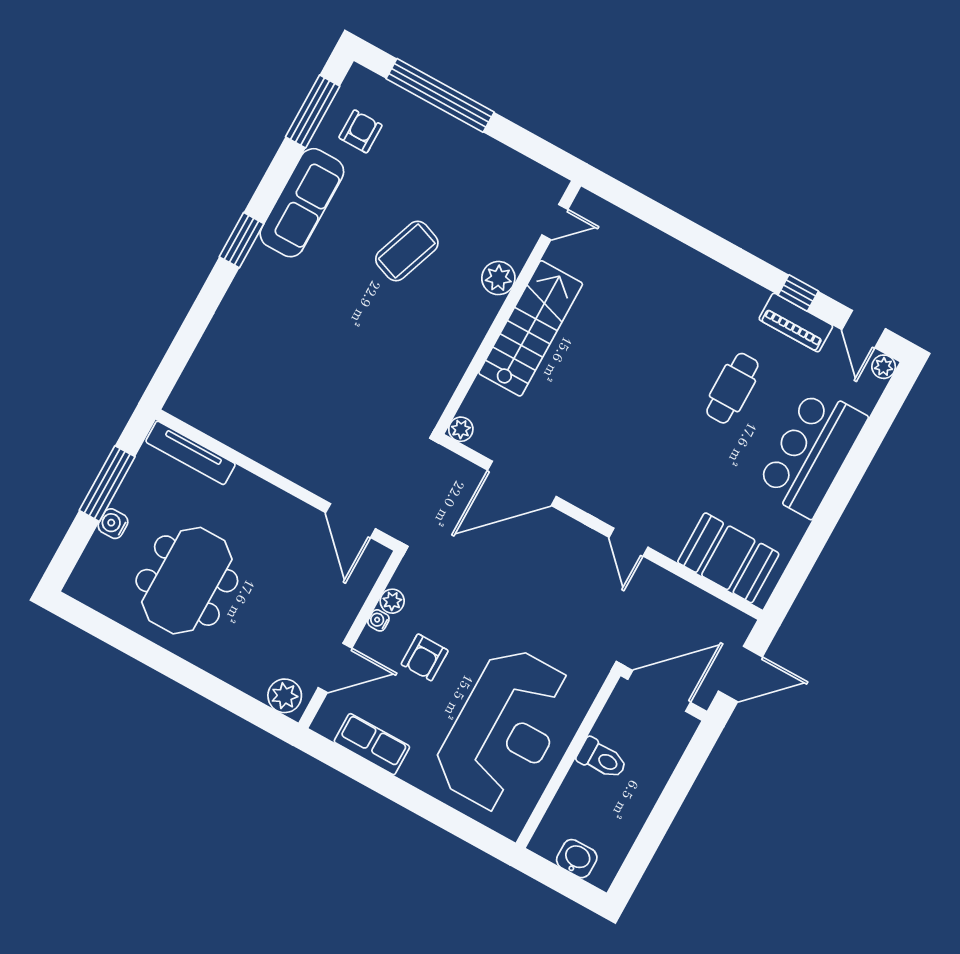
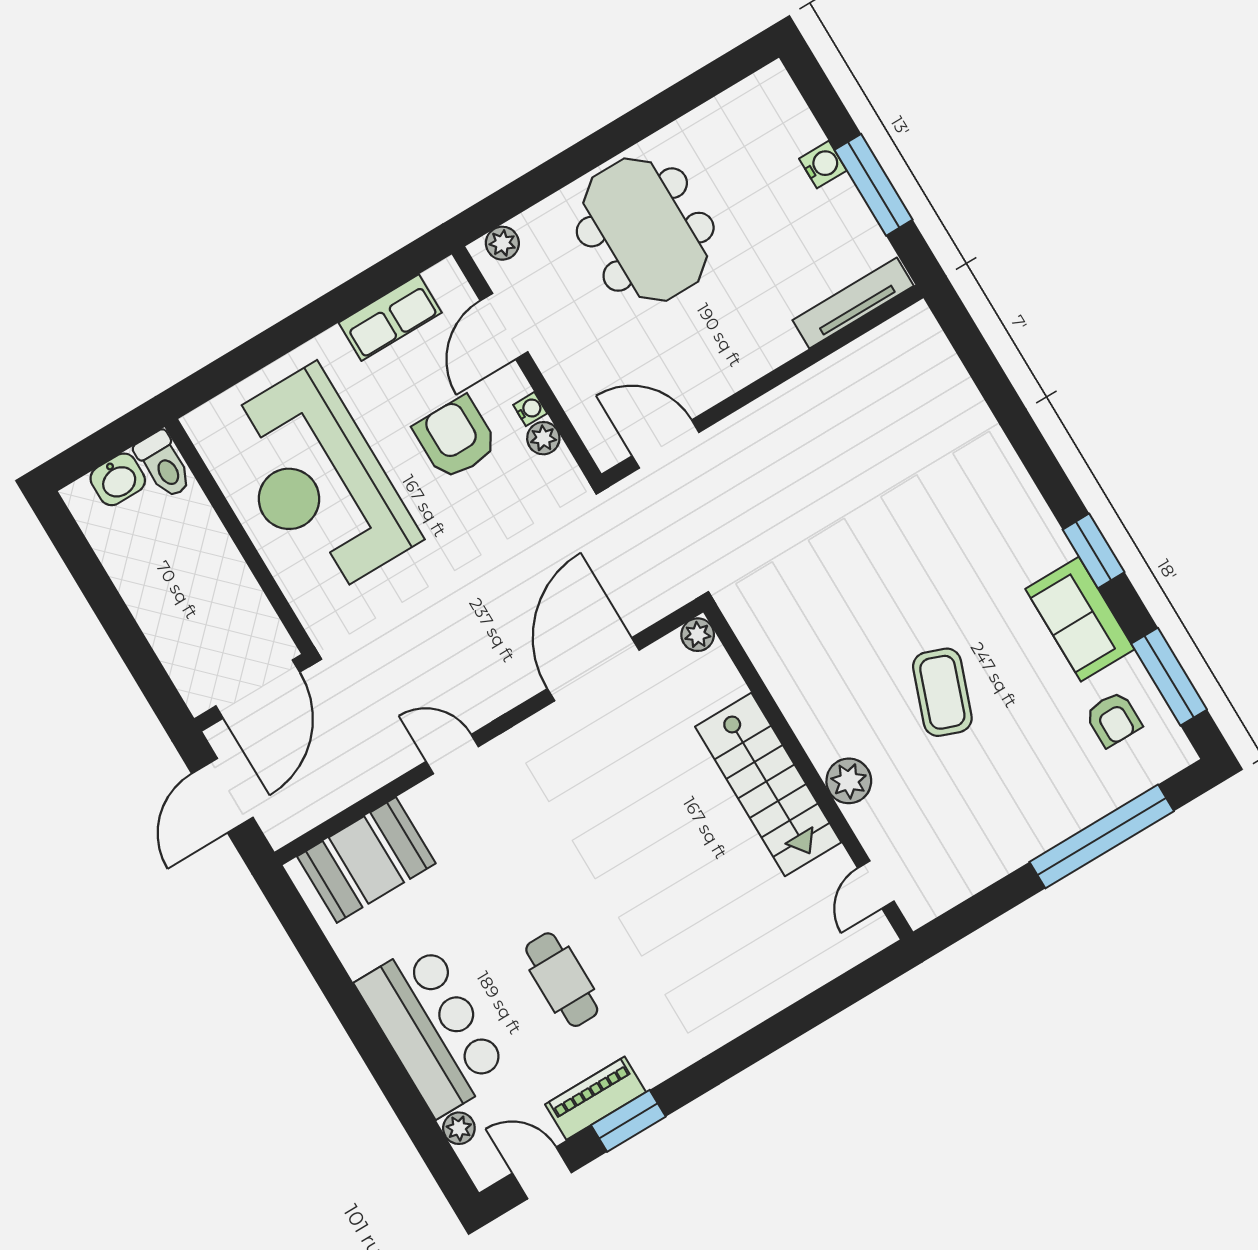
sofa: (302, 203) -> (1080, 619), width x0.73
window: (242, 240) -> (1094, 551), moved
window: (798, 293) -> (628, 1121), width x1.50
plant: (884, 367) -> (459, 1128), moved
meeting table: (187, 581) -> (645, 230), moved
armchair: (425, 657) -> (456, 438), width x1.38, depth x1.38
plant: (285, 696) -> (502, 243), width x0.73, depth x0.73
toilet: (602, 759) -> (164, 465), moved, turned -90

